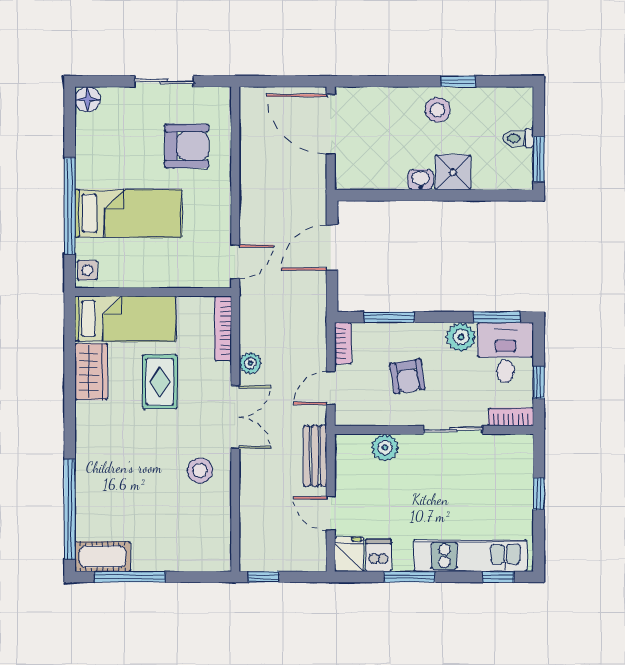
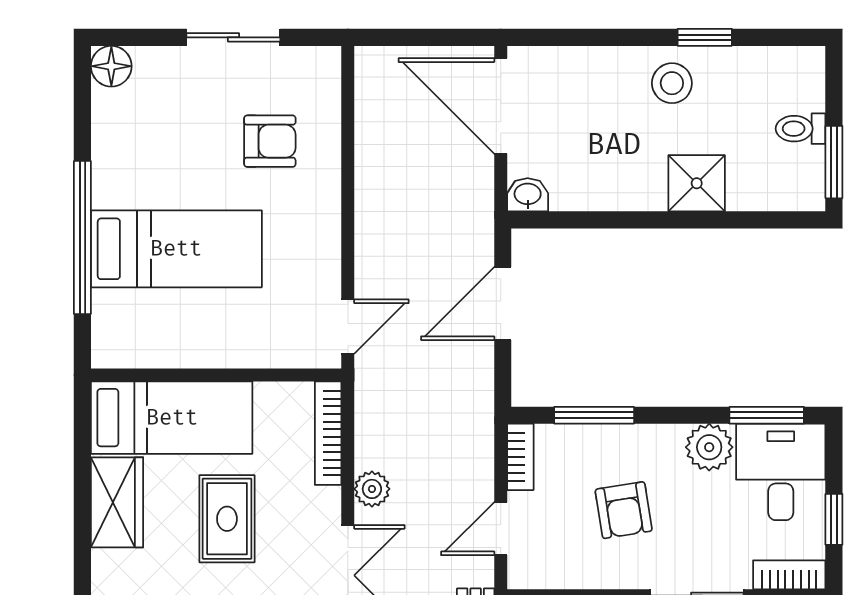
armchair: (187, 146) -> (270, 141), width x0.72, depth x0.72
washbasin: (421, 180) -> (528, 195), moved
side table: (87, 270) -> (110, 340), removed

